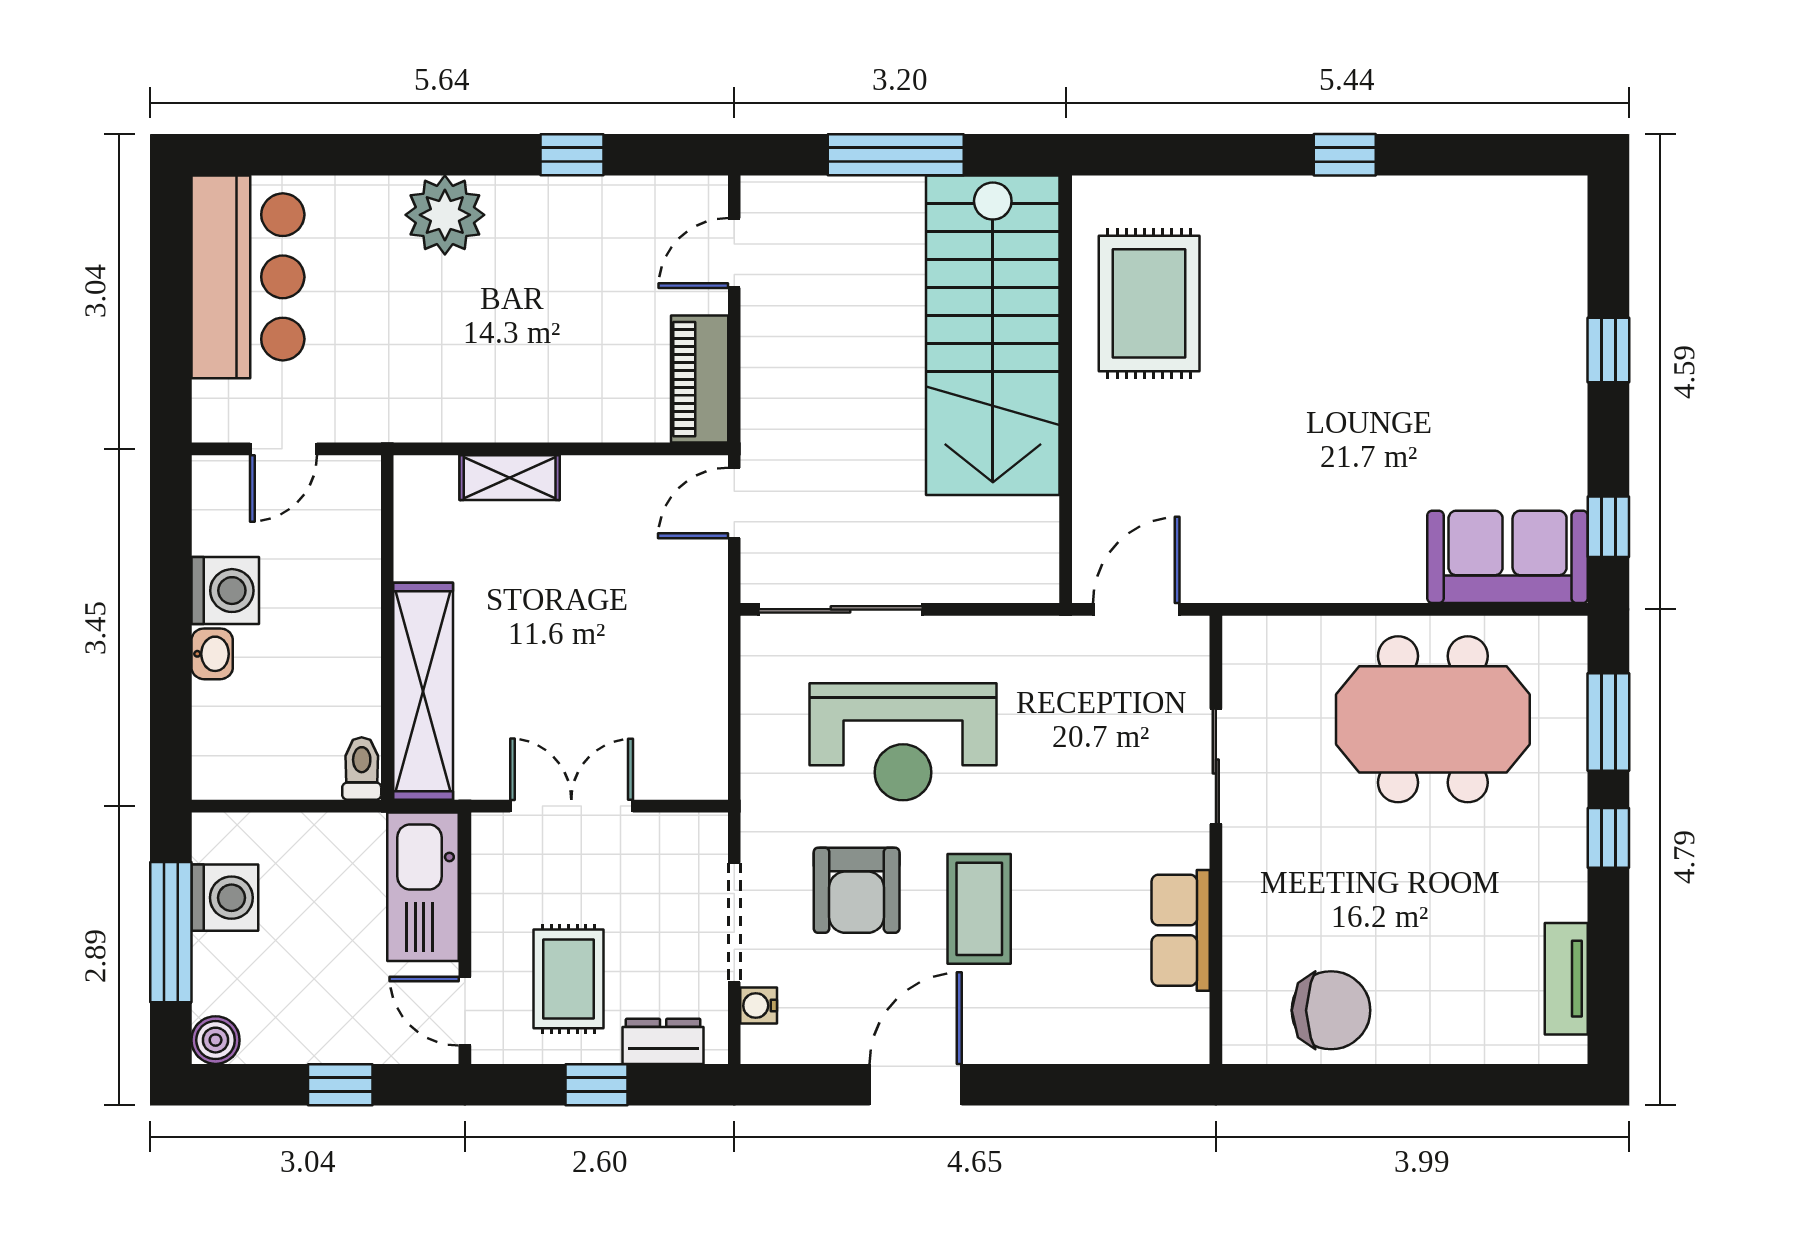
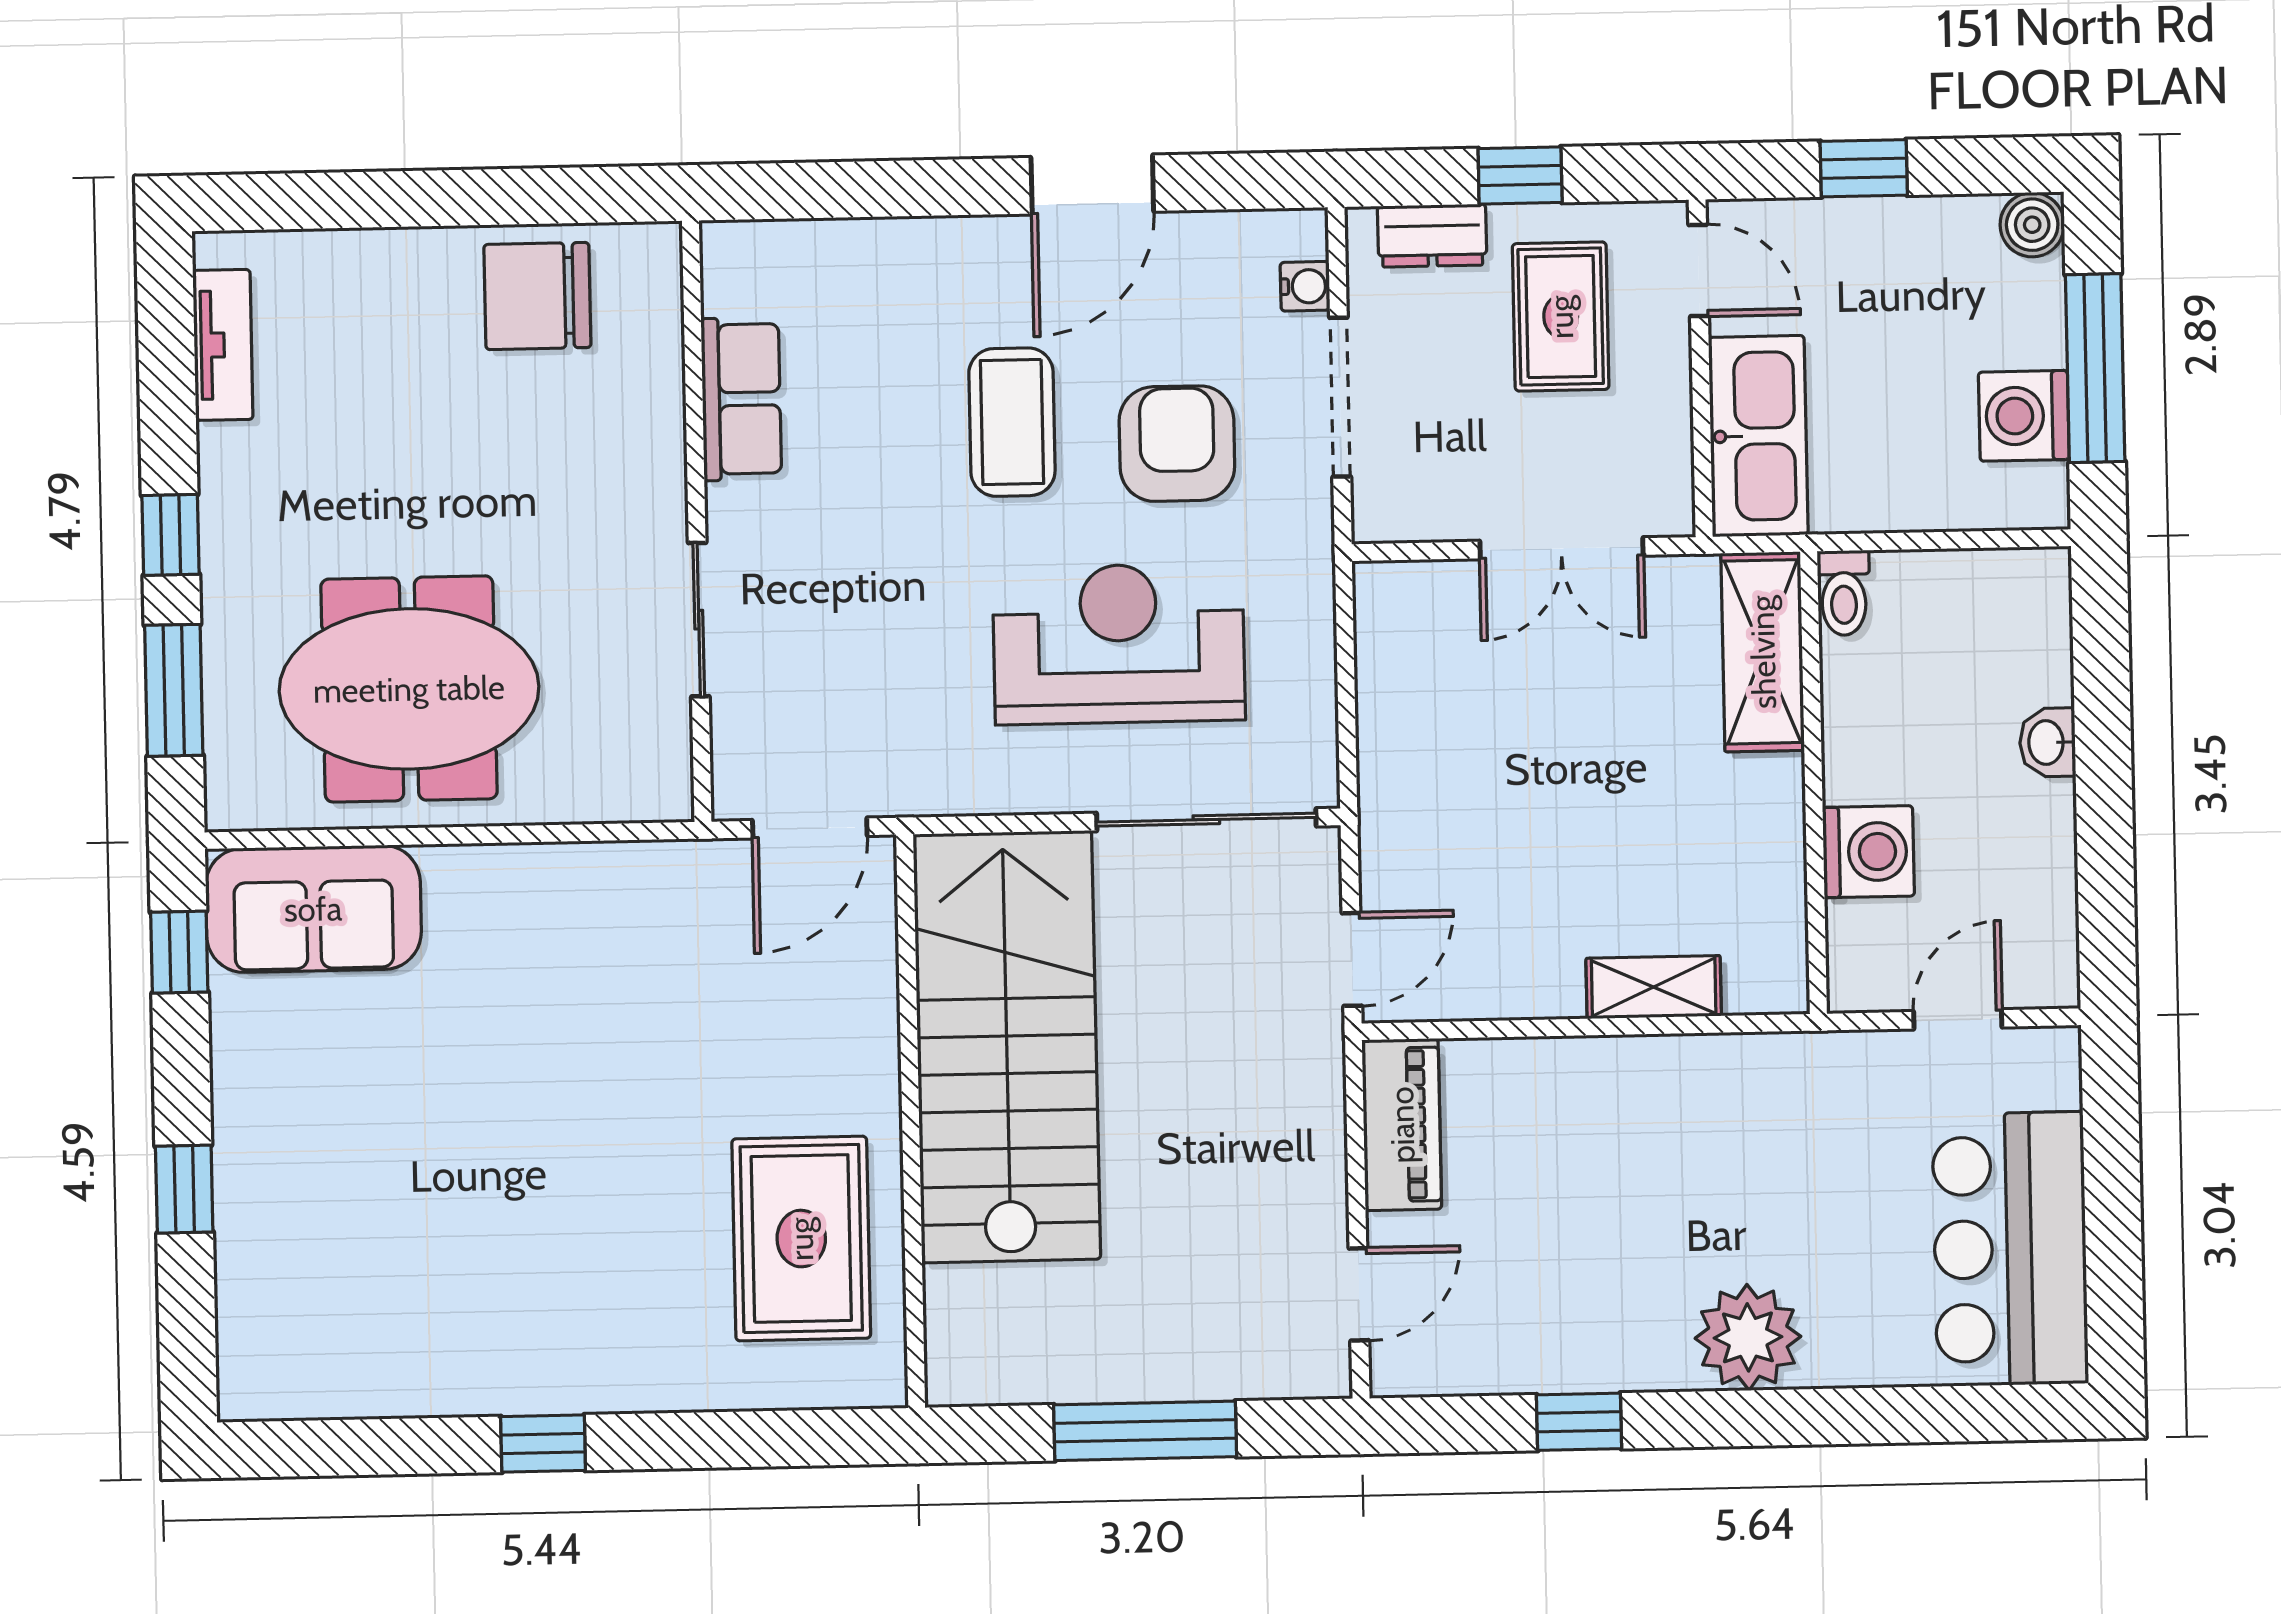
stairs: (993, 335) -> (1007, 1047), moved
washing machine: (225, 591) -> (1868, 852), moved, turned 180
shelving: (423, 691) -> (1763, 652), width x0.68

